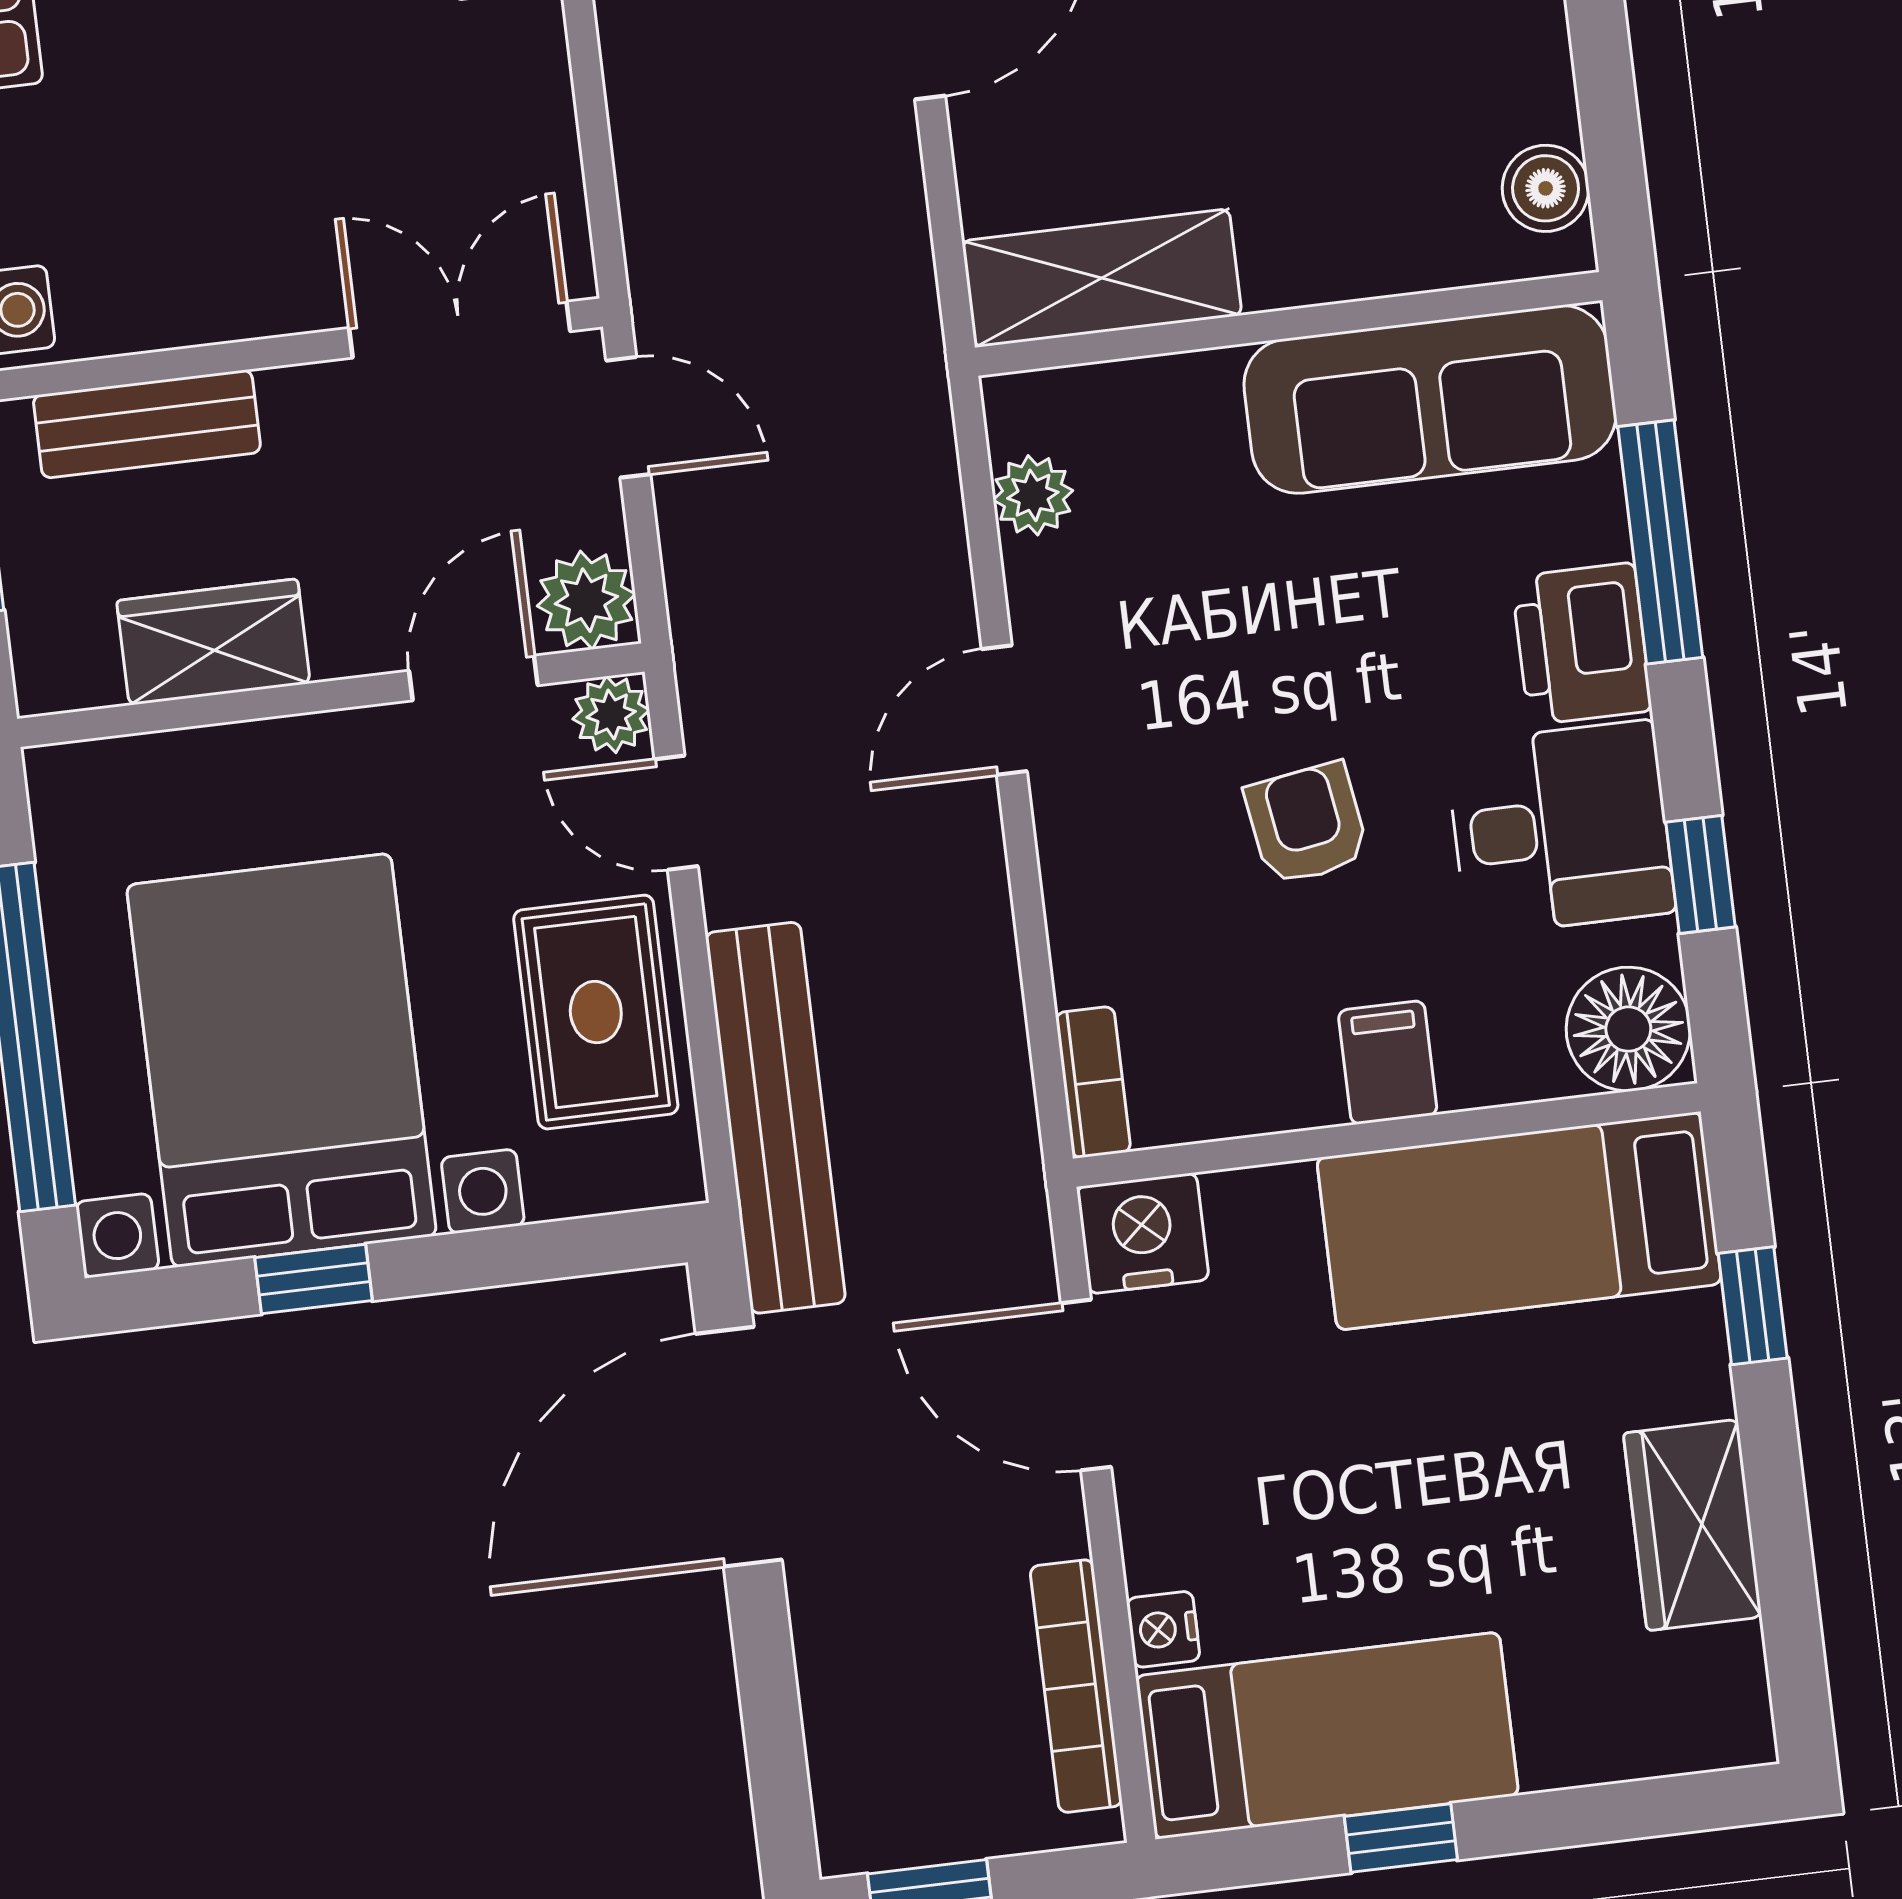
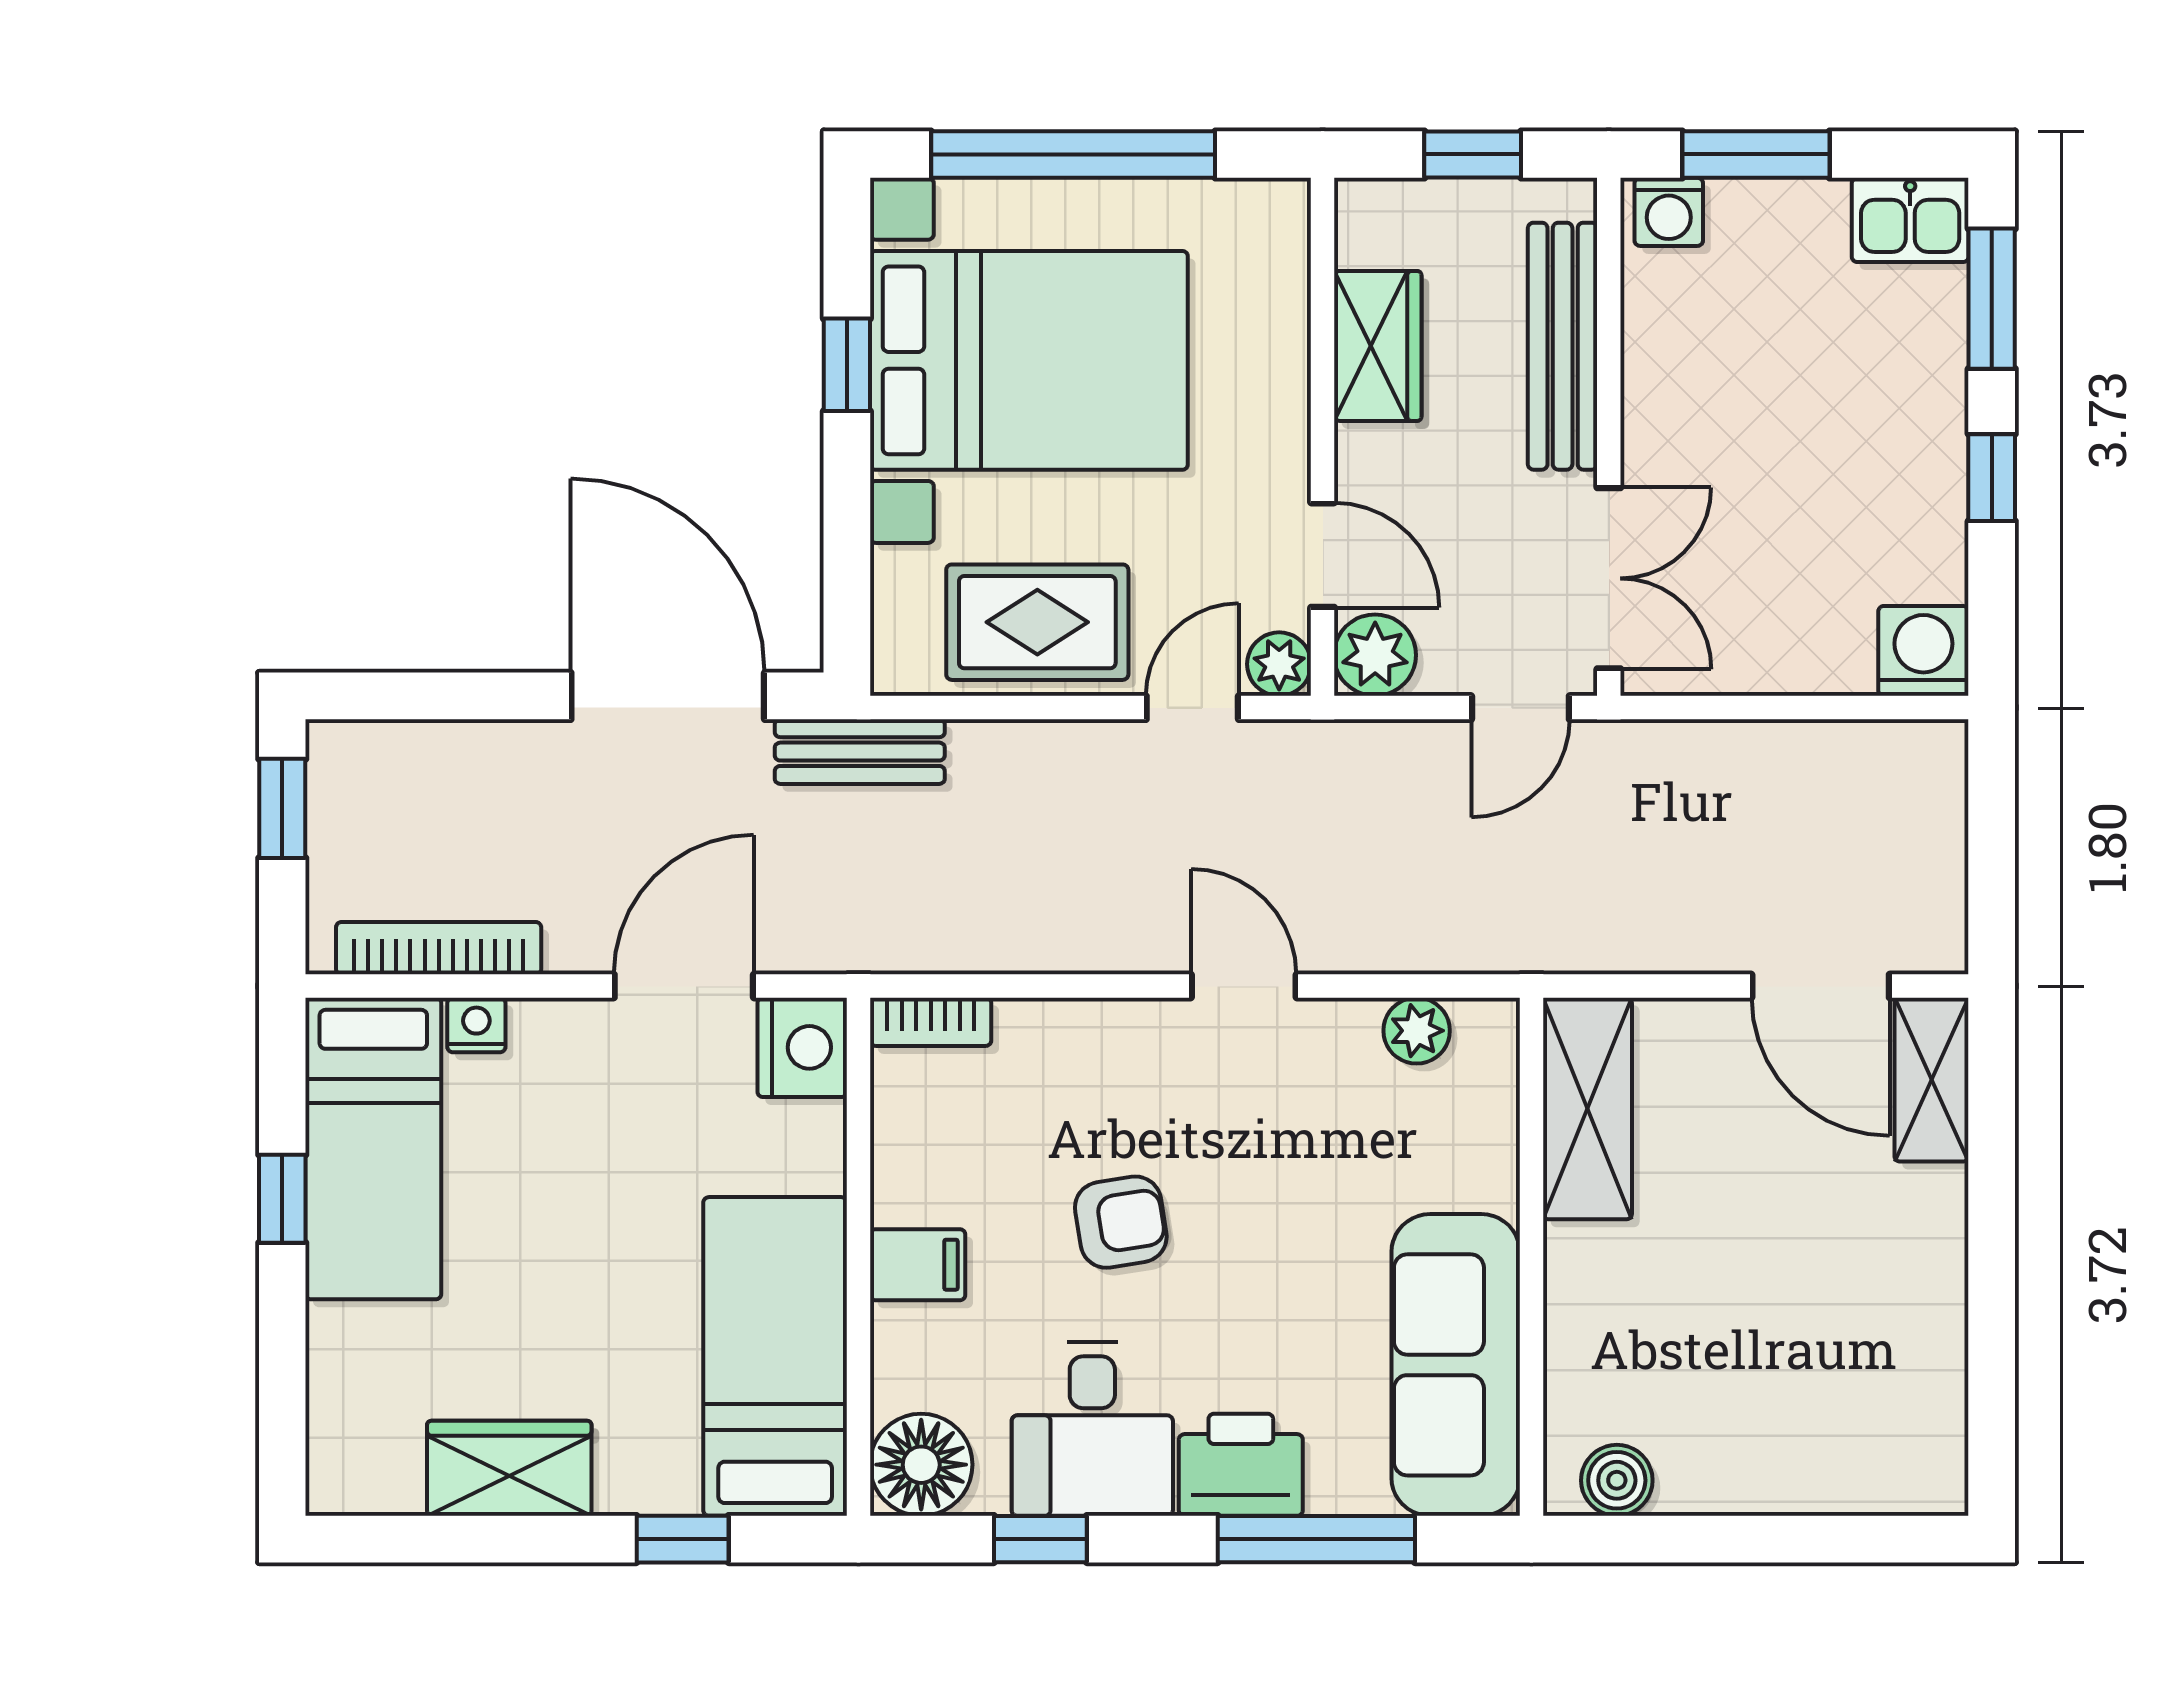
bench: (147, 424) -> (1563, 346), width x1.36
bench: (775, 1118) -> (860, 752), width x0.54, depth x0.82

